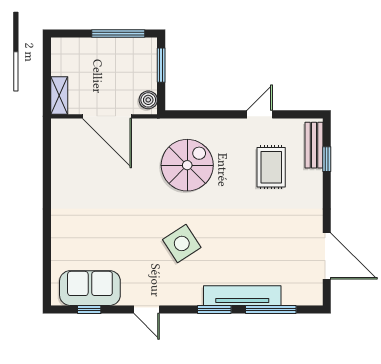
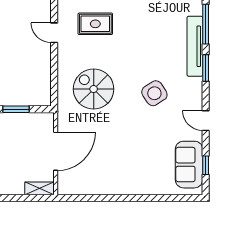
boiler: (148, 100) -> (43, 119), removed
door: (147, 309) -> (206, 121), swing flipped

